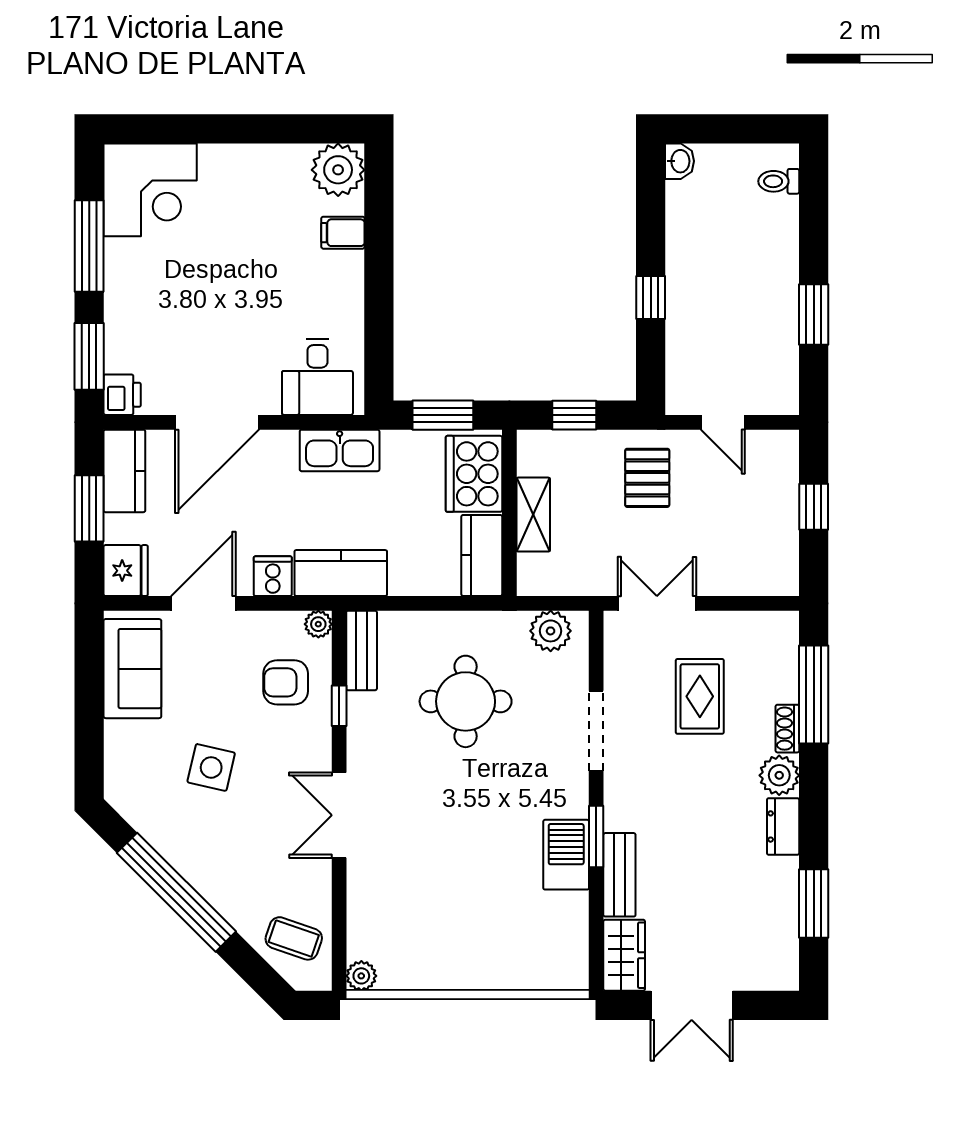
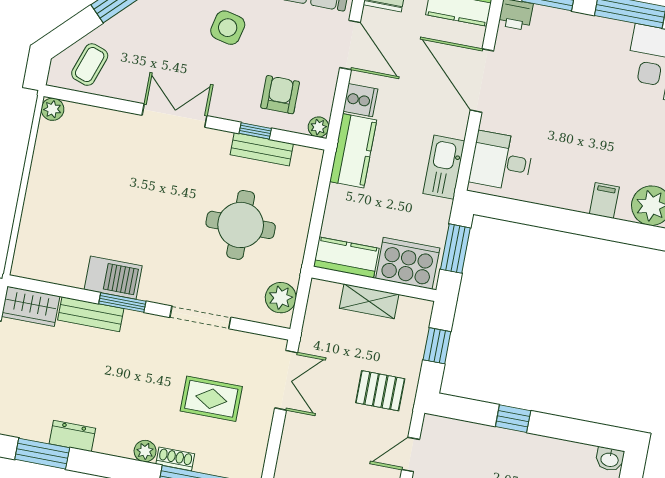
bench: (362, 650) -> (262, 149), moved
plant: (779, 775) -> (145, 451), width x0.73, depth x0.73
dresser: (783, 826) -> (72, 436), moved

